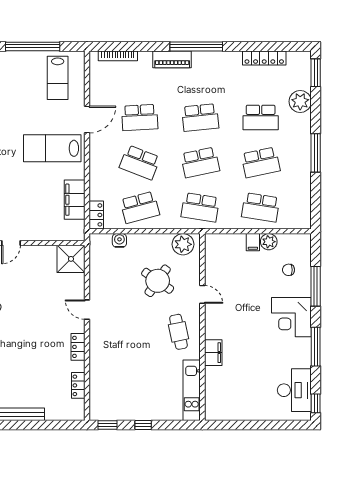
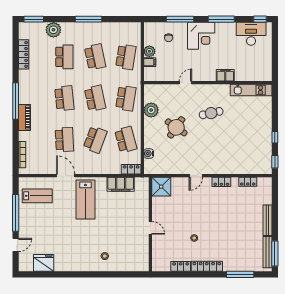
door: (202, 294) -> (185, 83), moved
wall: (202, 327) -> (208, 83), moved
filing cabinet: (213, 353) -> (225, 75), moved
kitchen unit: (192, 390) -> (251, 90), moved

